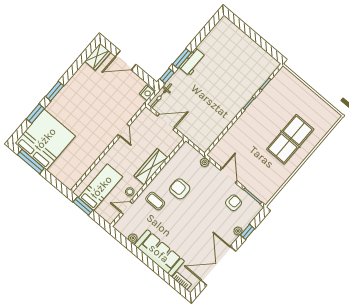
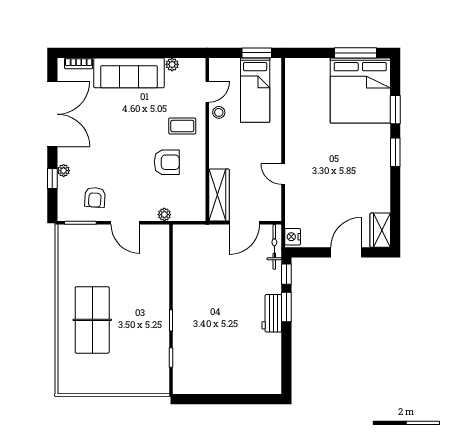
wardrobe: (151, 167) -> (219, 195), moved

